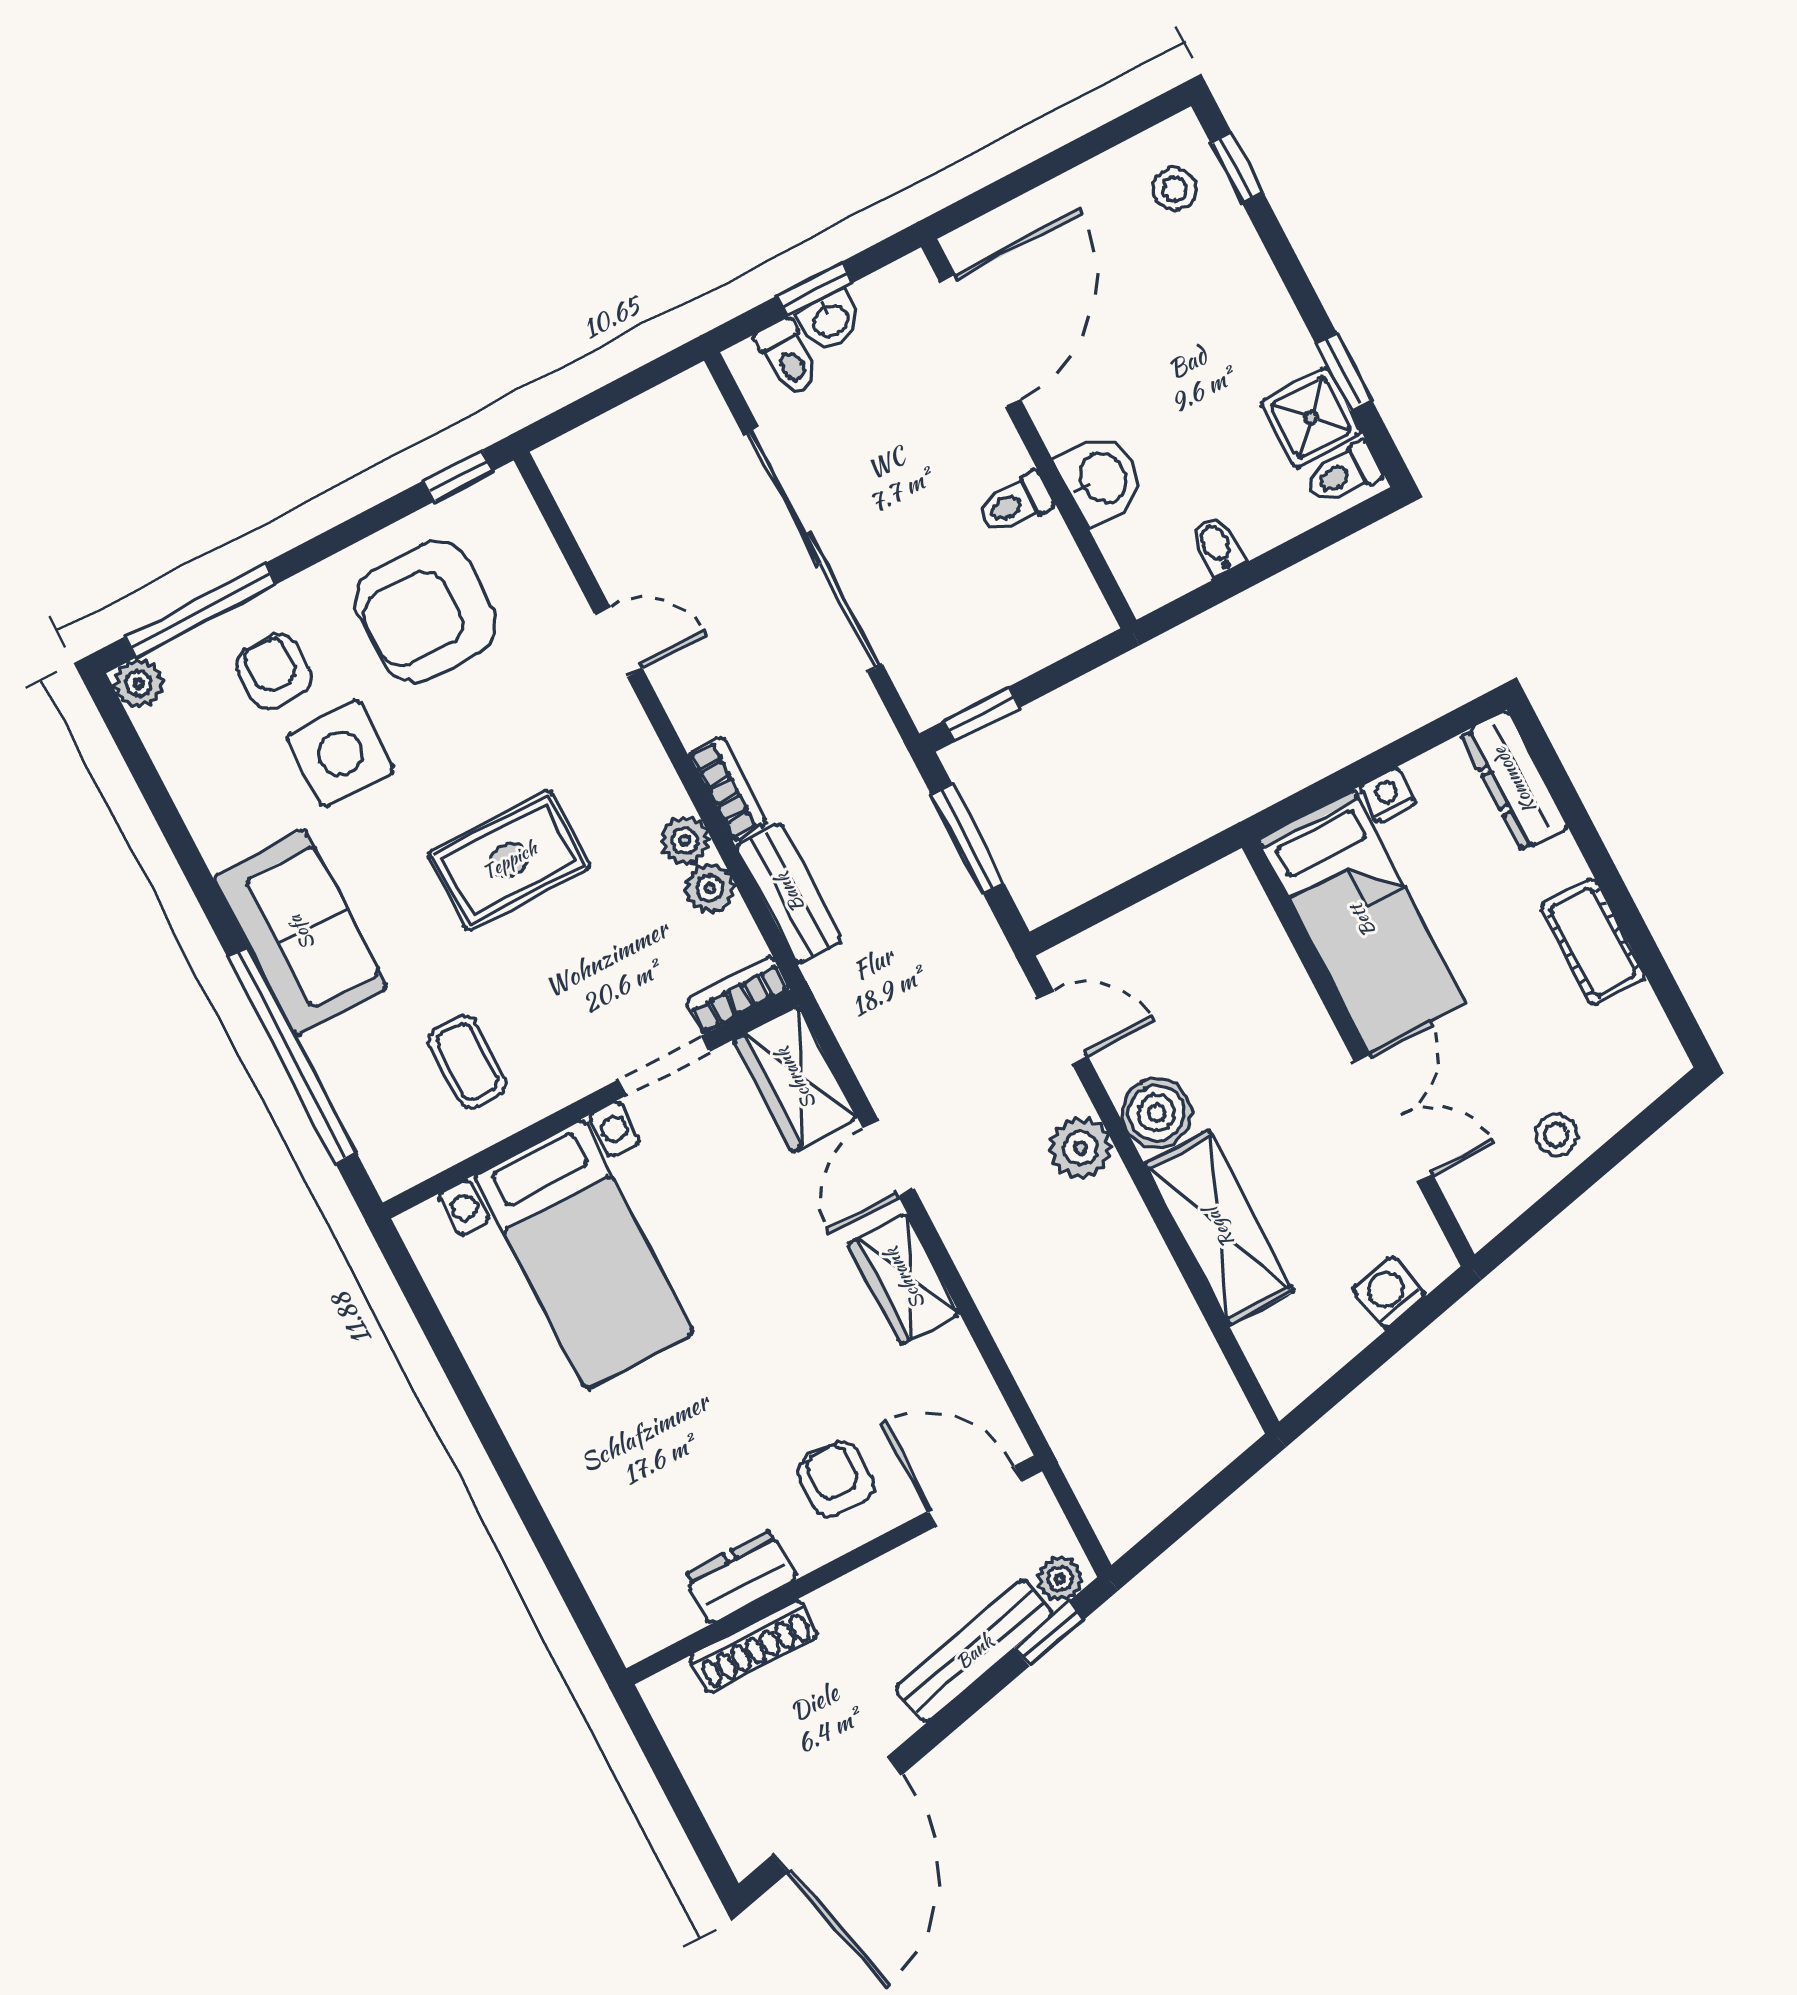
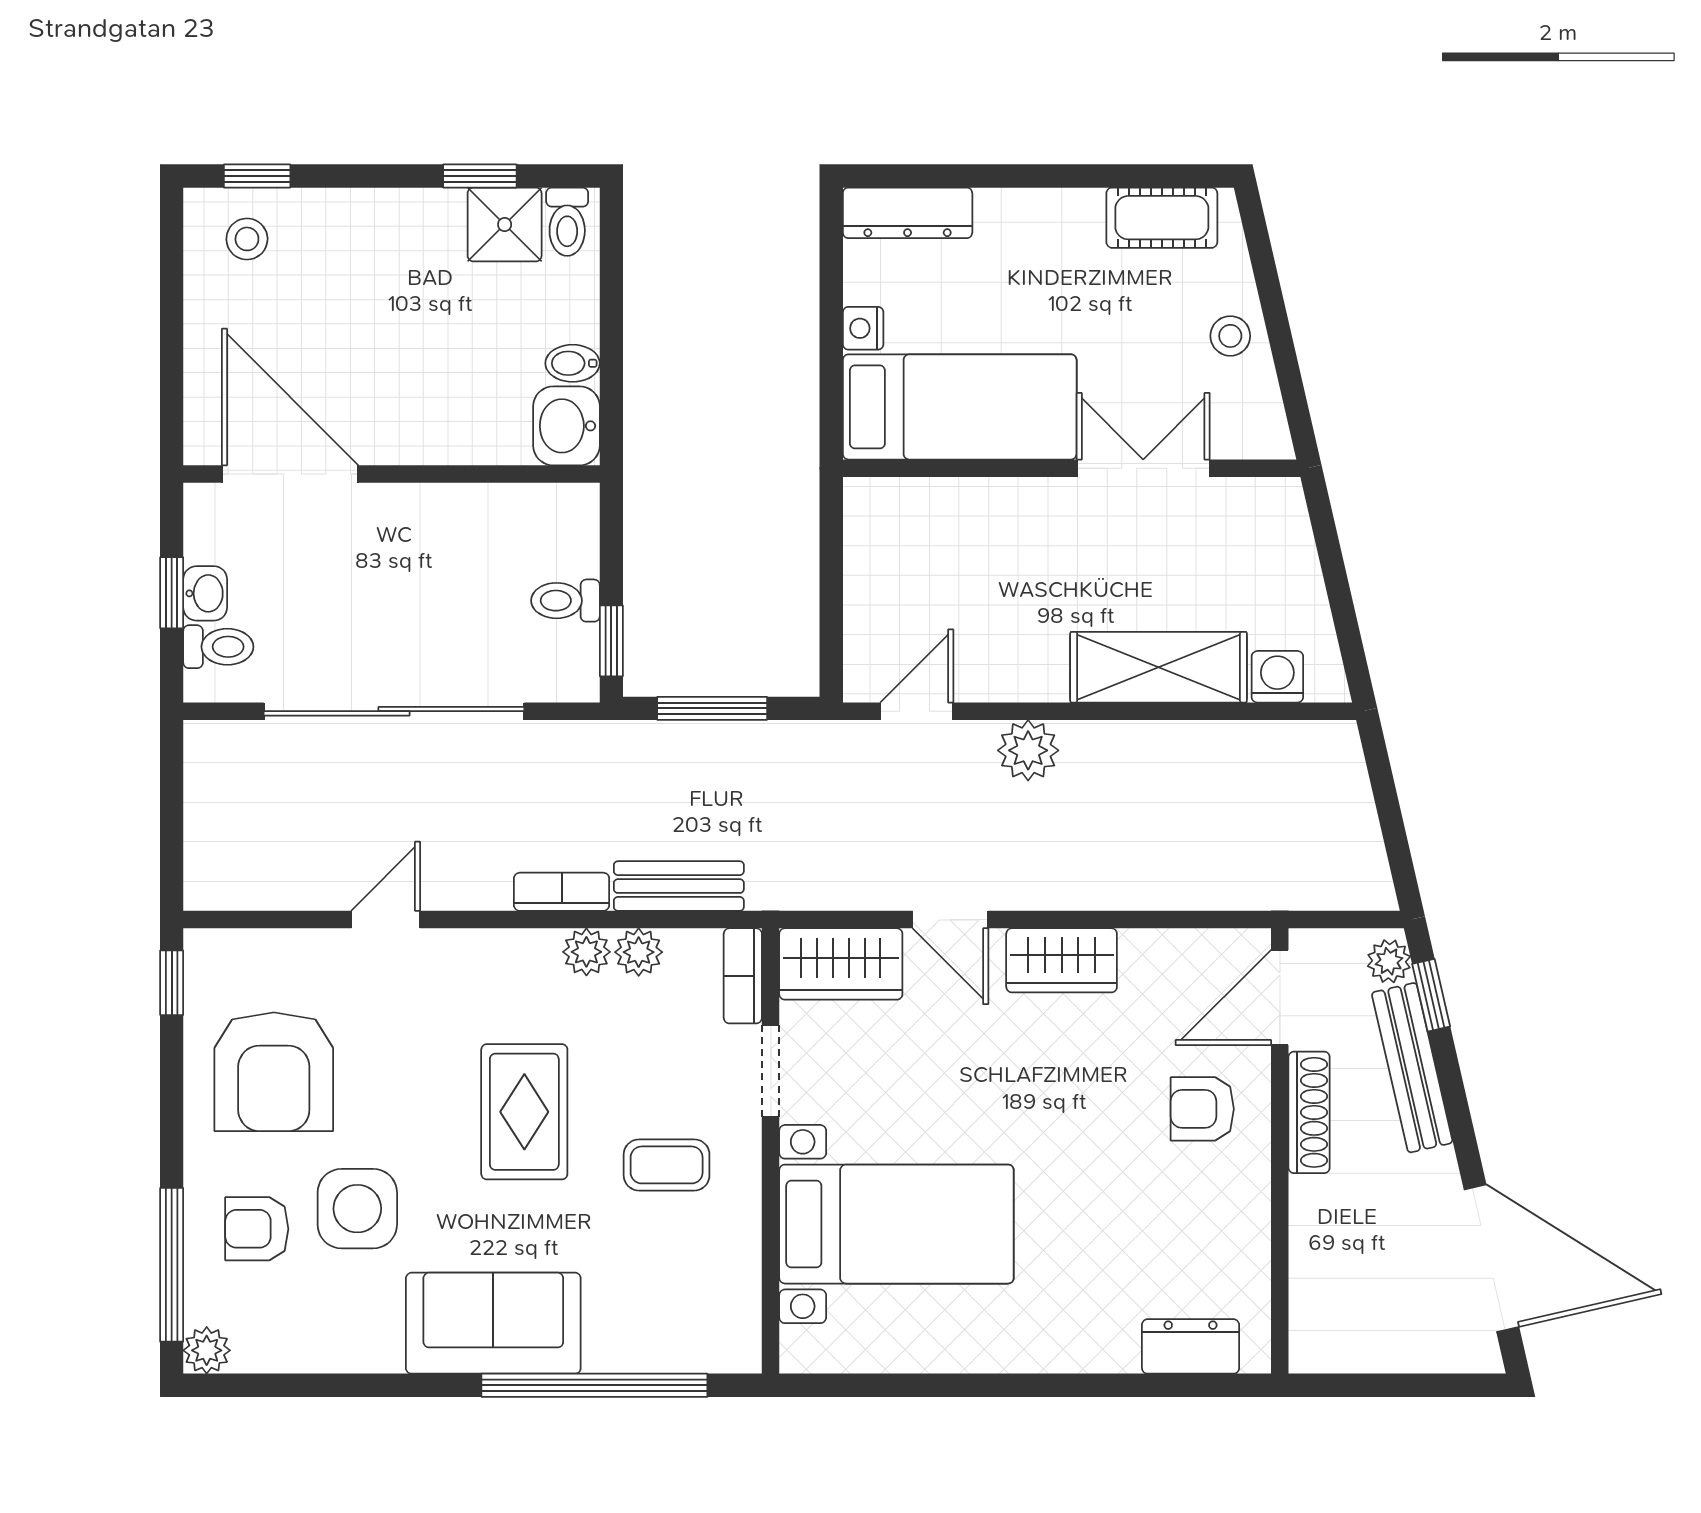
washbasin: (1101, 479) -> (566, 426), moved, turned -90
toilet: (1015, 504) -> (565, 601), moved, turned 90
cot: (1593, 942) -> (1162, 218), moved
coffee table: (467, 1062) -> (667, 1165), moved
boiler: (1157, 1113) -> (1032, 669), removed
washing machine: (1389, 1293) -> (1277, 677), moved, turned 103
dresser: (741, 1577) -> (1191, 1346), moved, turned 90
shoe rack: (753, 1646) -> (1309, 1112), moved

